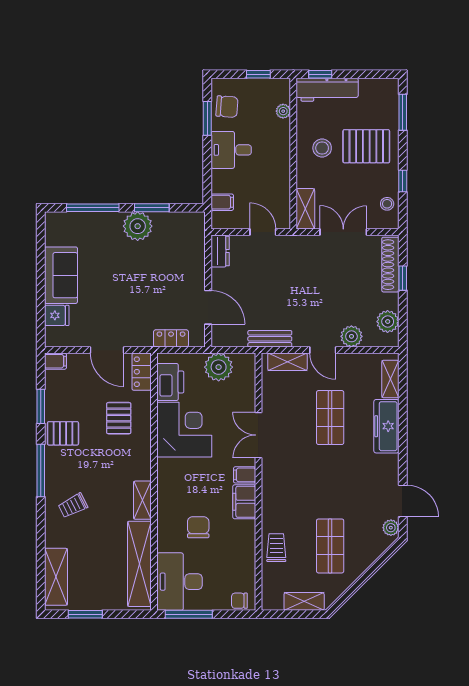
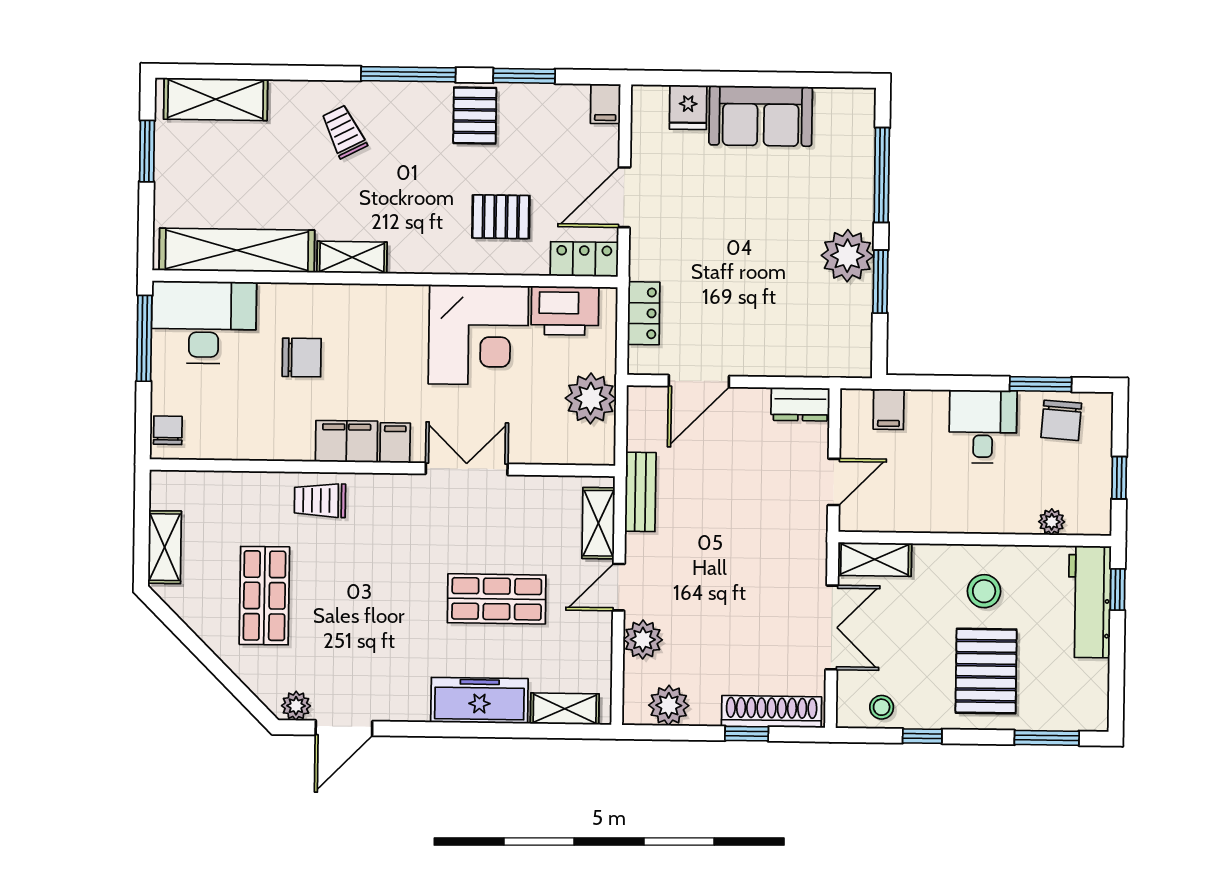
shop shelf: (330, 546) -> (264, 596), turned 90
trolley: (276, 548) -> (320, 500), moved, turned 180

